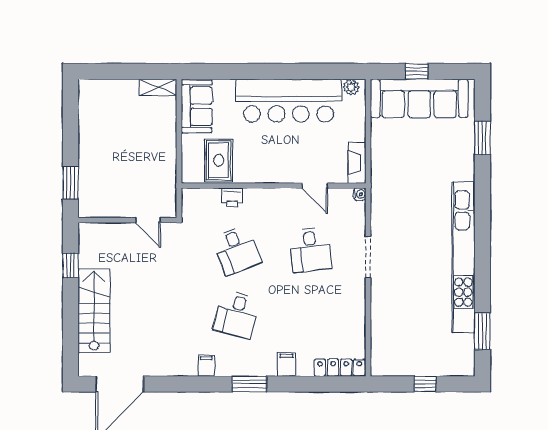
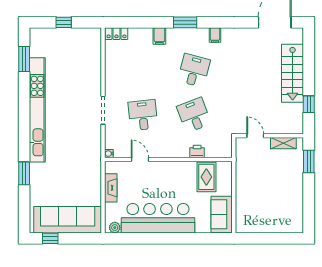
window: (417, 71) -> (50, 238), moved
shelving: (158, 87) -> (283, 143), moved
window: (482, 138) -> (24, 173), moved
fireplace: (357, 163) -> (111, 188), moved
locker: (340, 368) -> (116, 34), width x0.66

